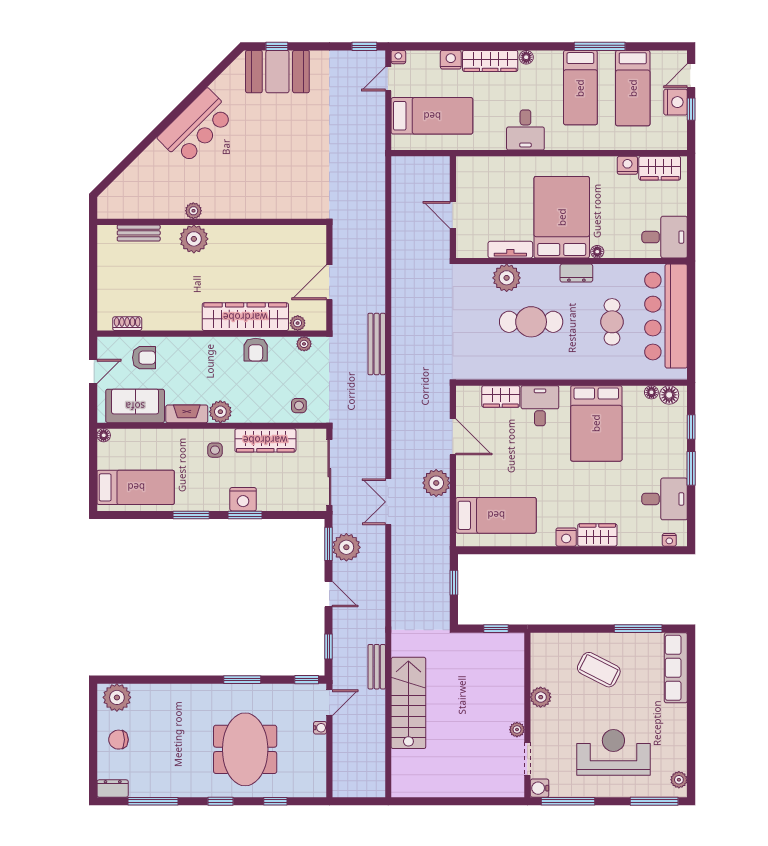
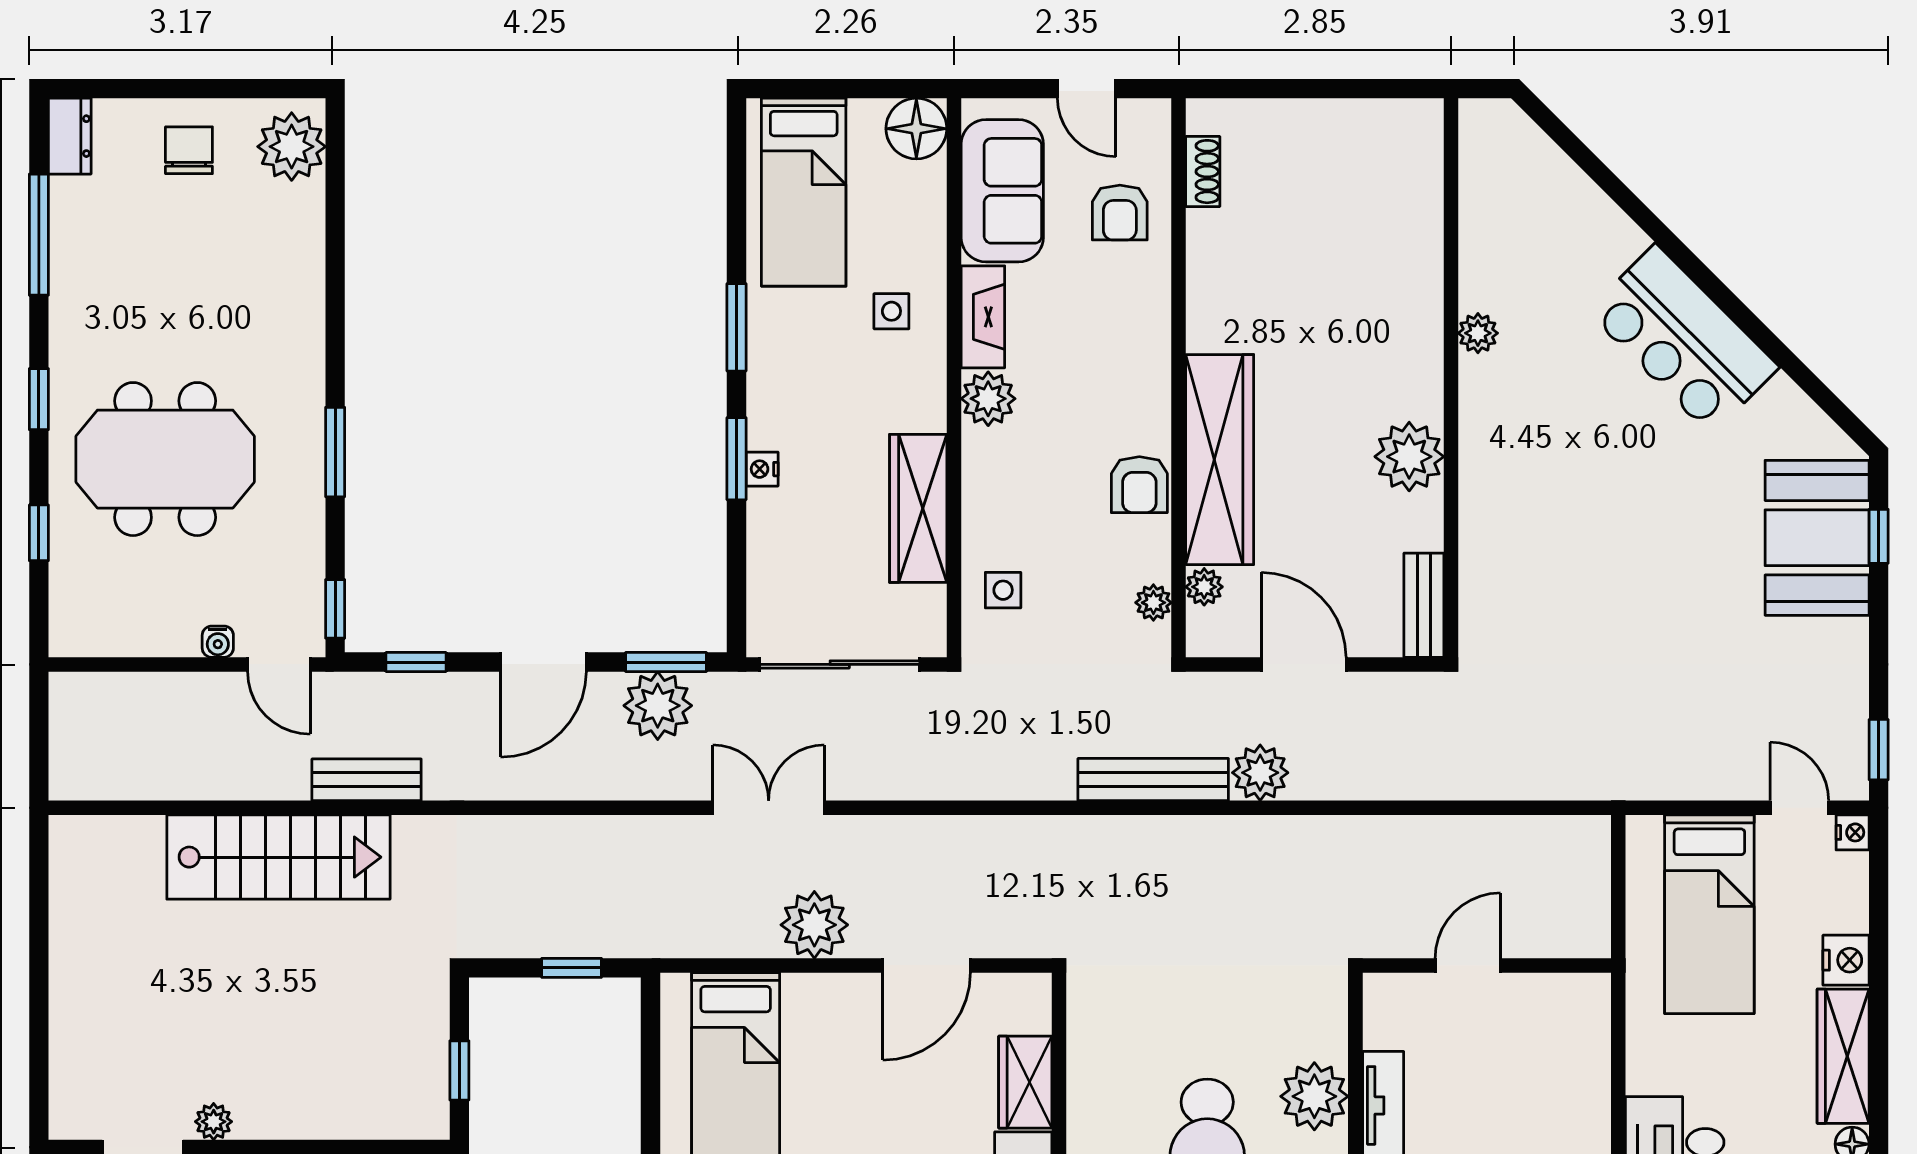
bench: (139, 233) -> (1424, 605), moved
plant: (194, 239) -> (1409, 457), moved
plant: (374, 300) -> (1260, 773), added
armchair: (256, 350) -> (1139, 485), turned -90
floor lamp: (104, 435) -> (916, 129), width x1.89, depth x1.89
side table: (215, 450) -> (891, 311), moved
nightstand: (243, 499) -> (762, 469), width x0.53, depth x0.56
door: (328, 594) -> (543, 662), width x1.38

